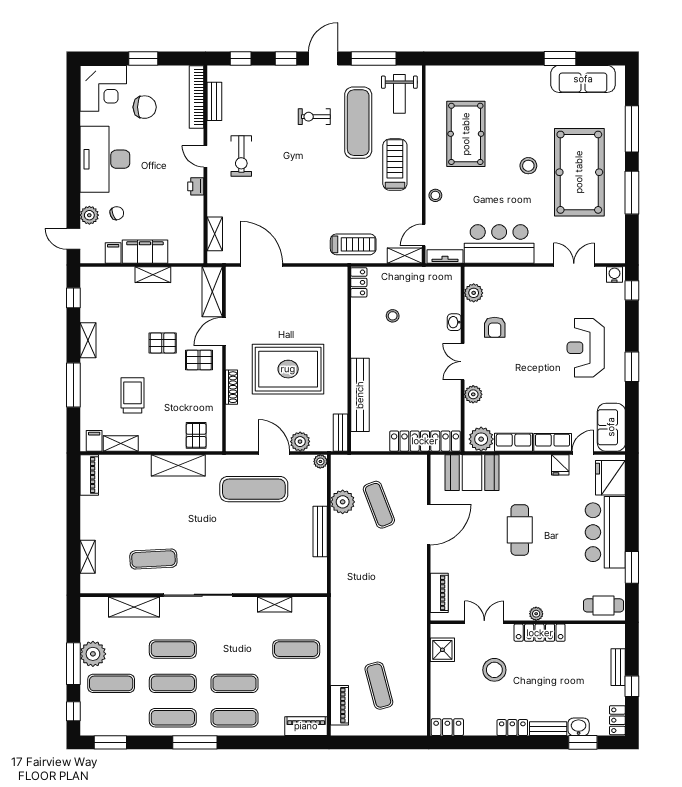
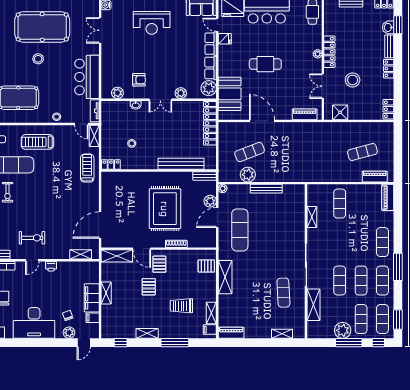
exercise mat: (234, 683) -> (382, 319), moved

